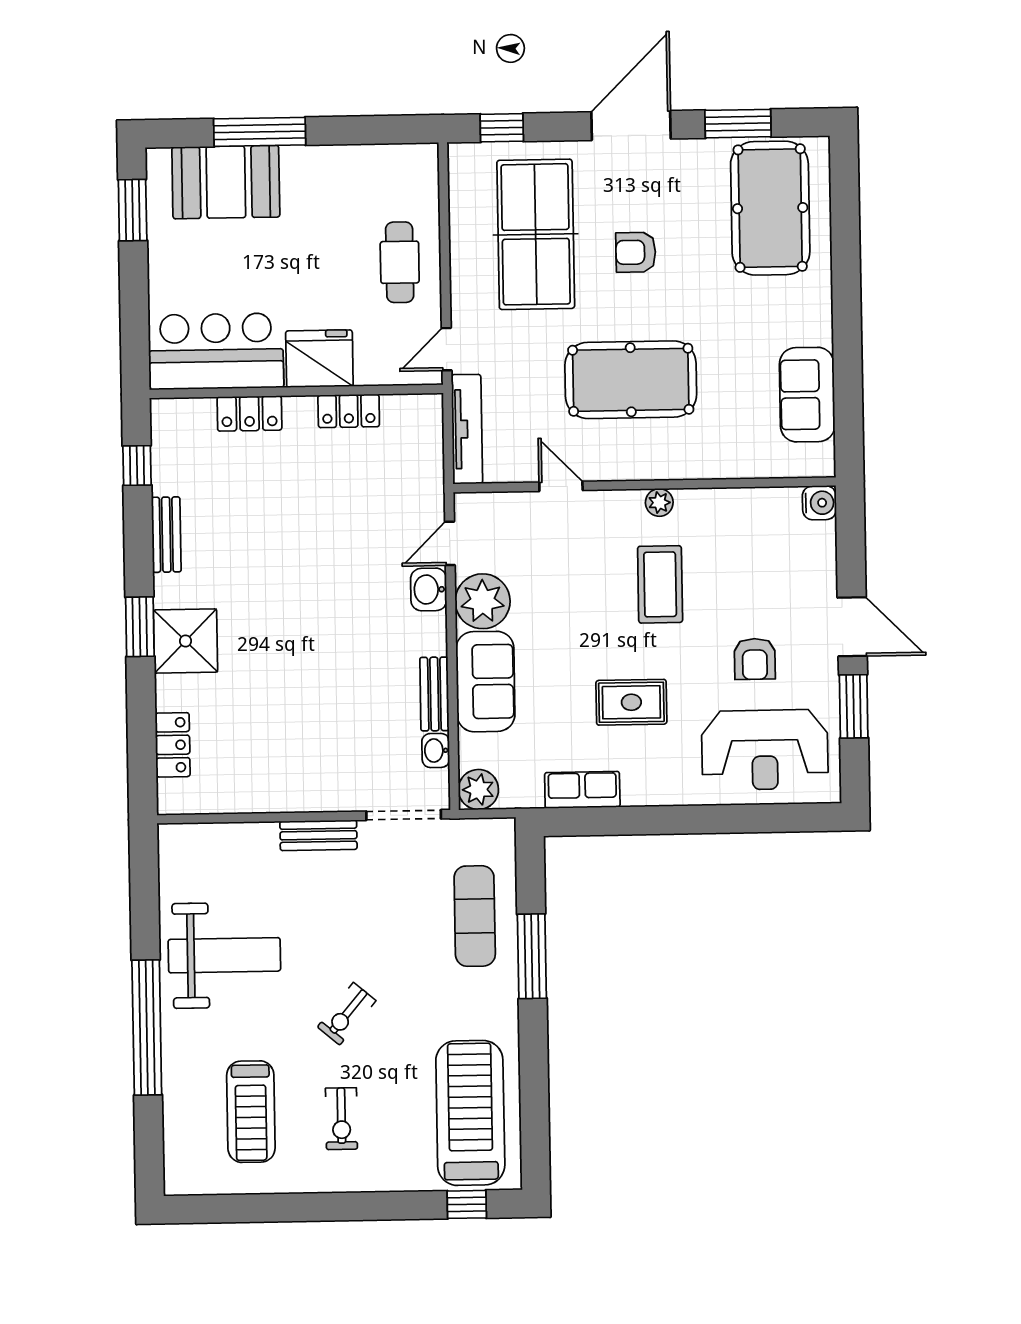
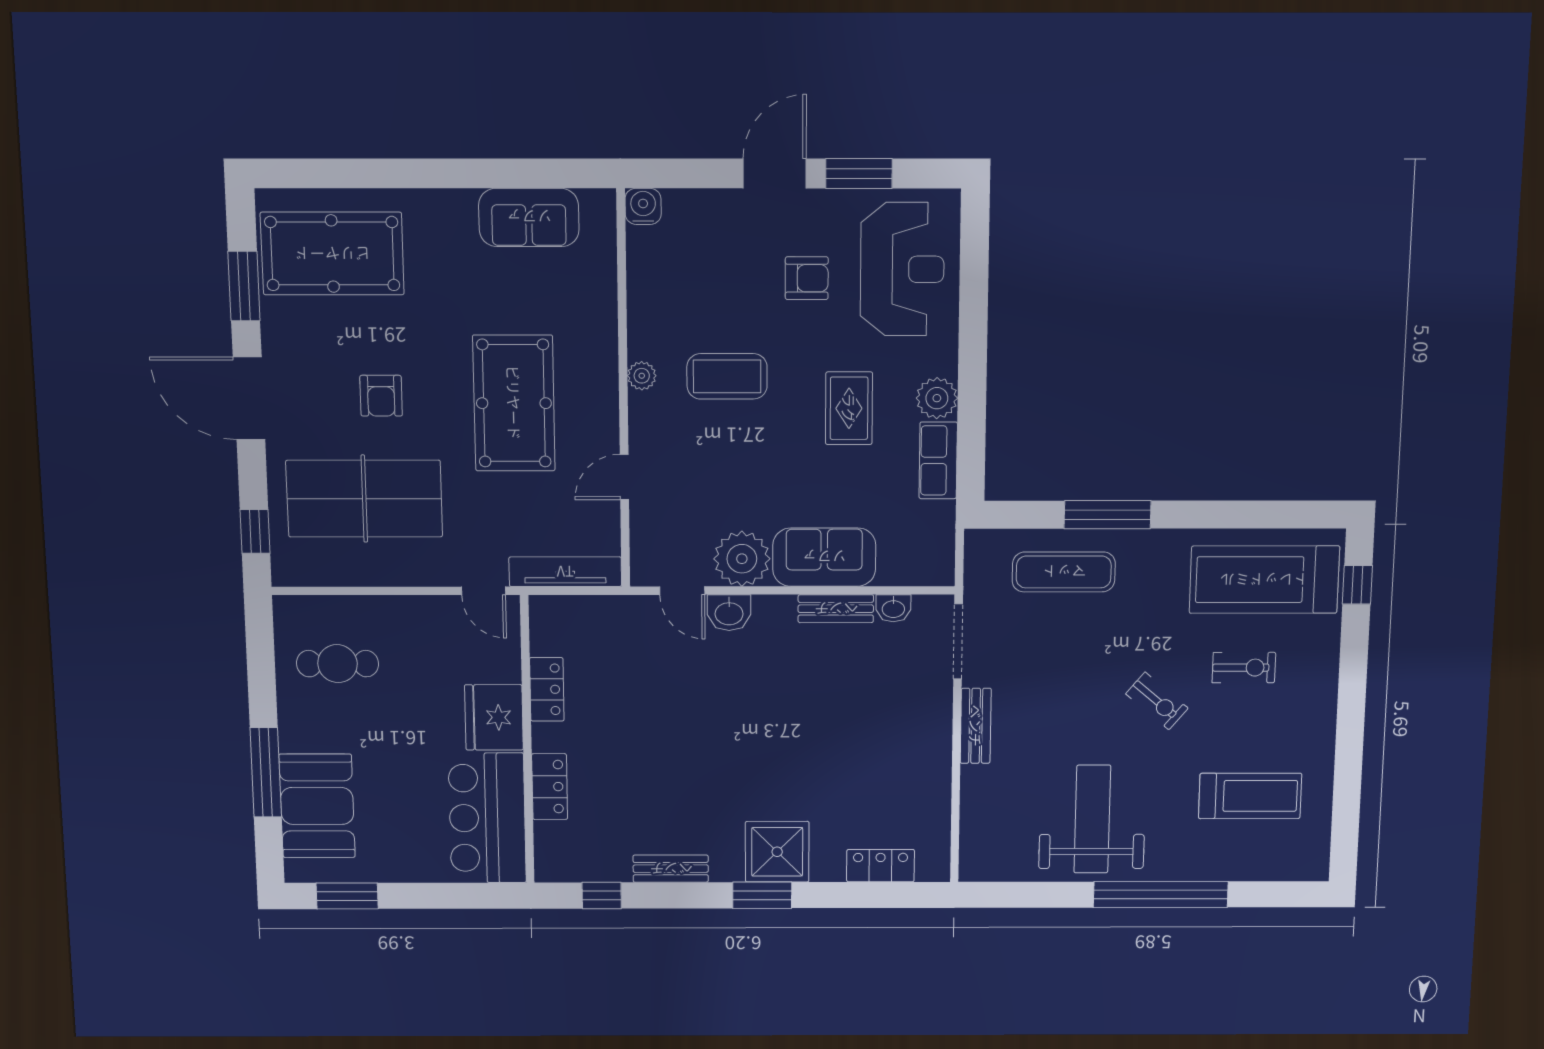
cafe table: (400, 262) -> (338, 664), moved
plant: (478, 790) -> (937, 398), moved
exercise bike: (341, 1119) -> (1244, 668), moved

